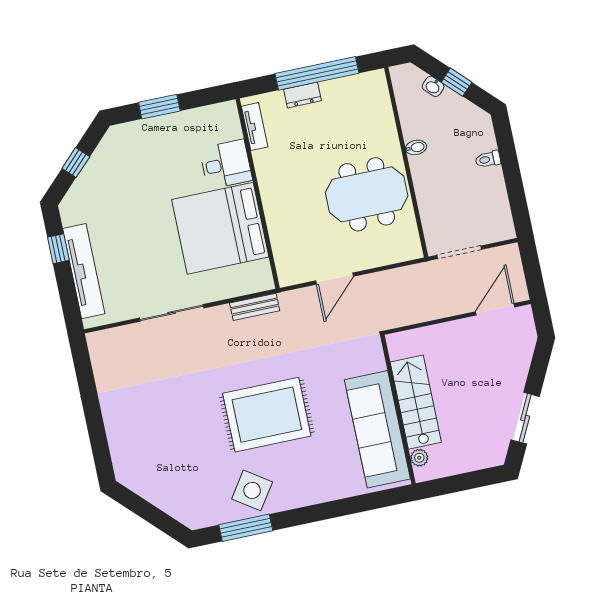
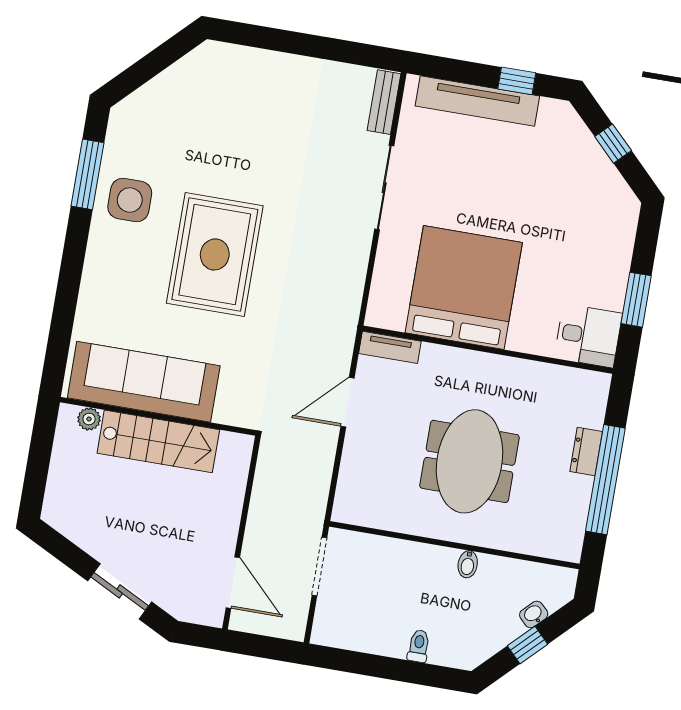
window: (159, 107) -> (636, 300), moved
tv unit: (255, 127) -> (390, 347), moved
desk: (226, 164) -> (588, 336), moved, turned -90
meeting table: (367, 194) -> (469, 461), moved
door: (335, 279) -> (348, 402), hinge flipped
bench: (255, 307) -> (384, 102), moved
sliding door: (525, 418) -> (120, 591), moved
side table: (252, 490) -> (130, 200), turned -34

